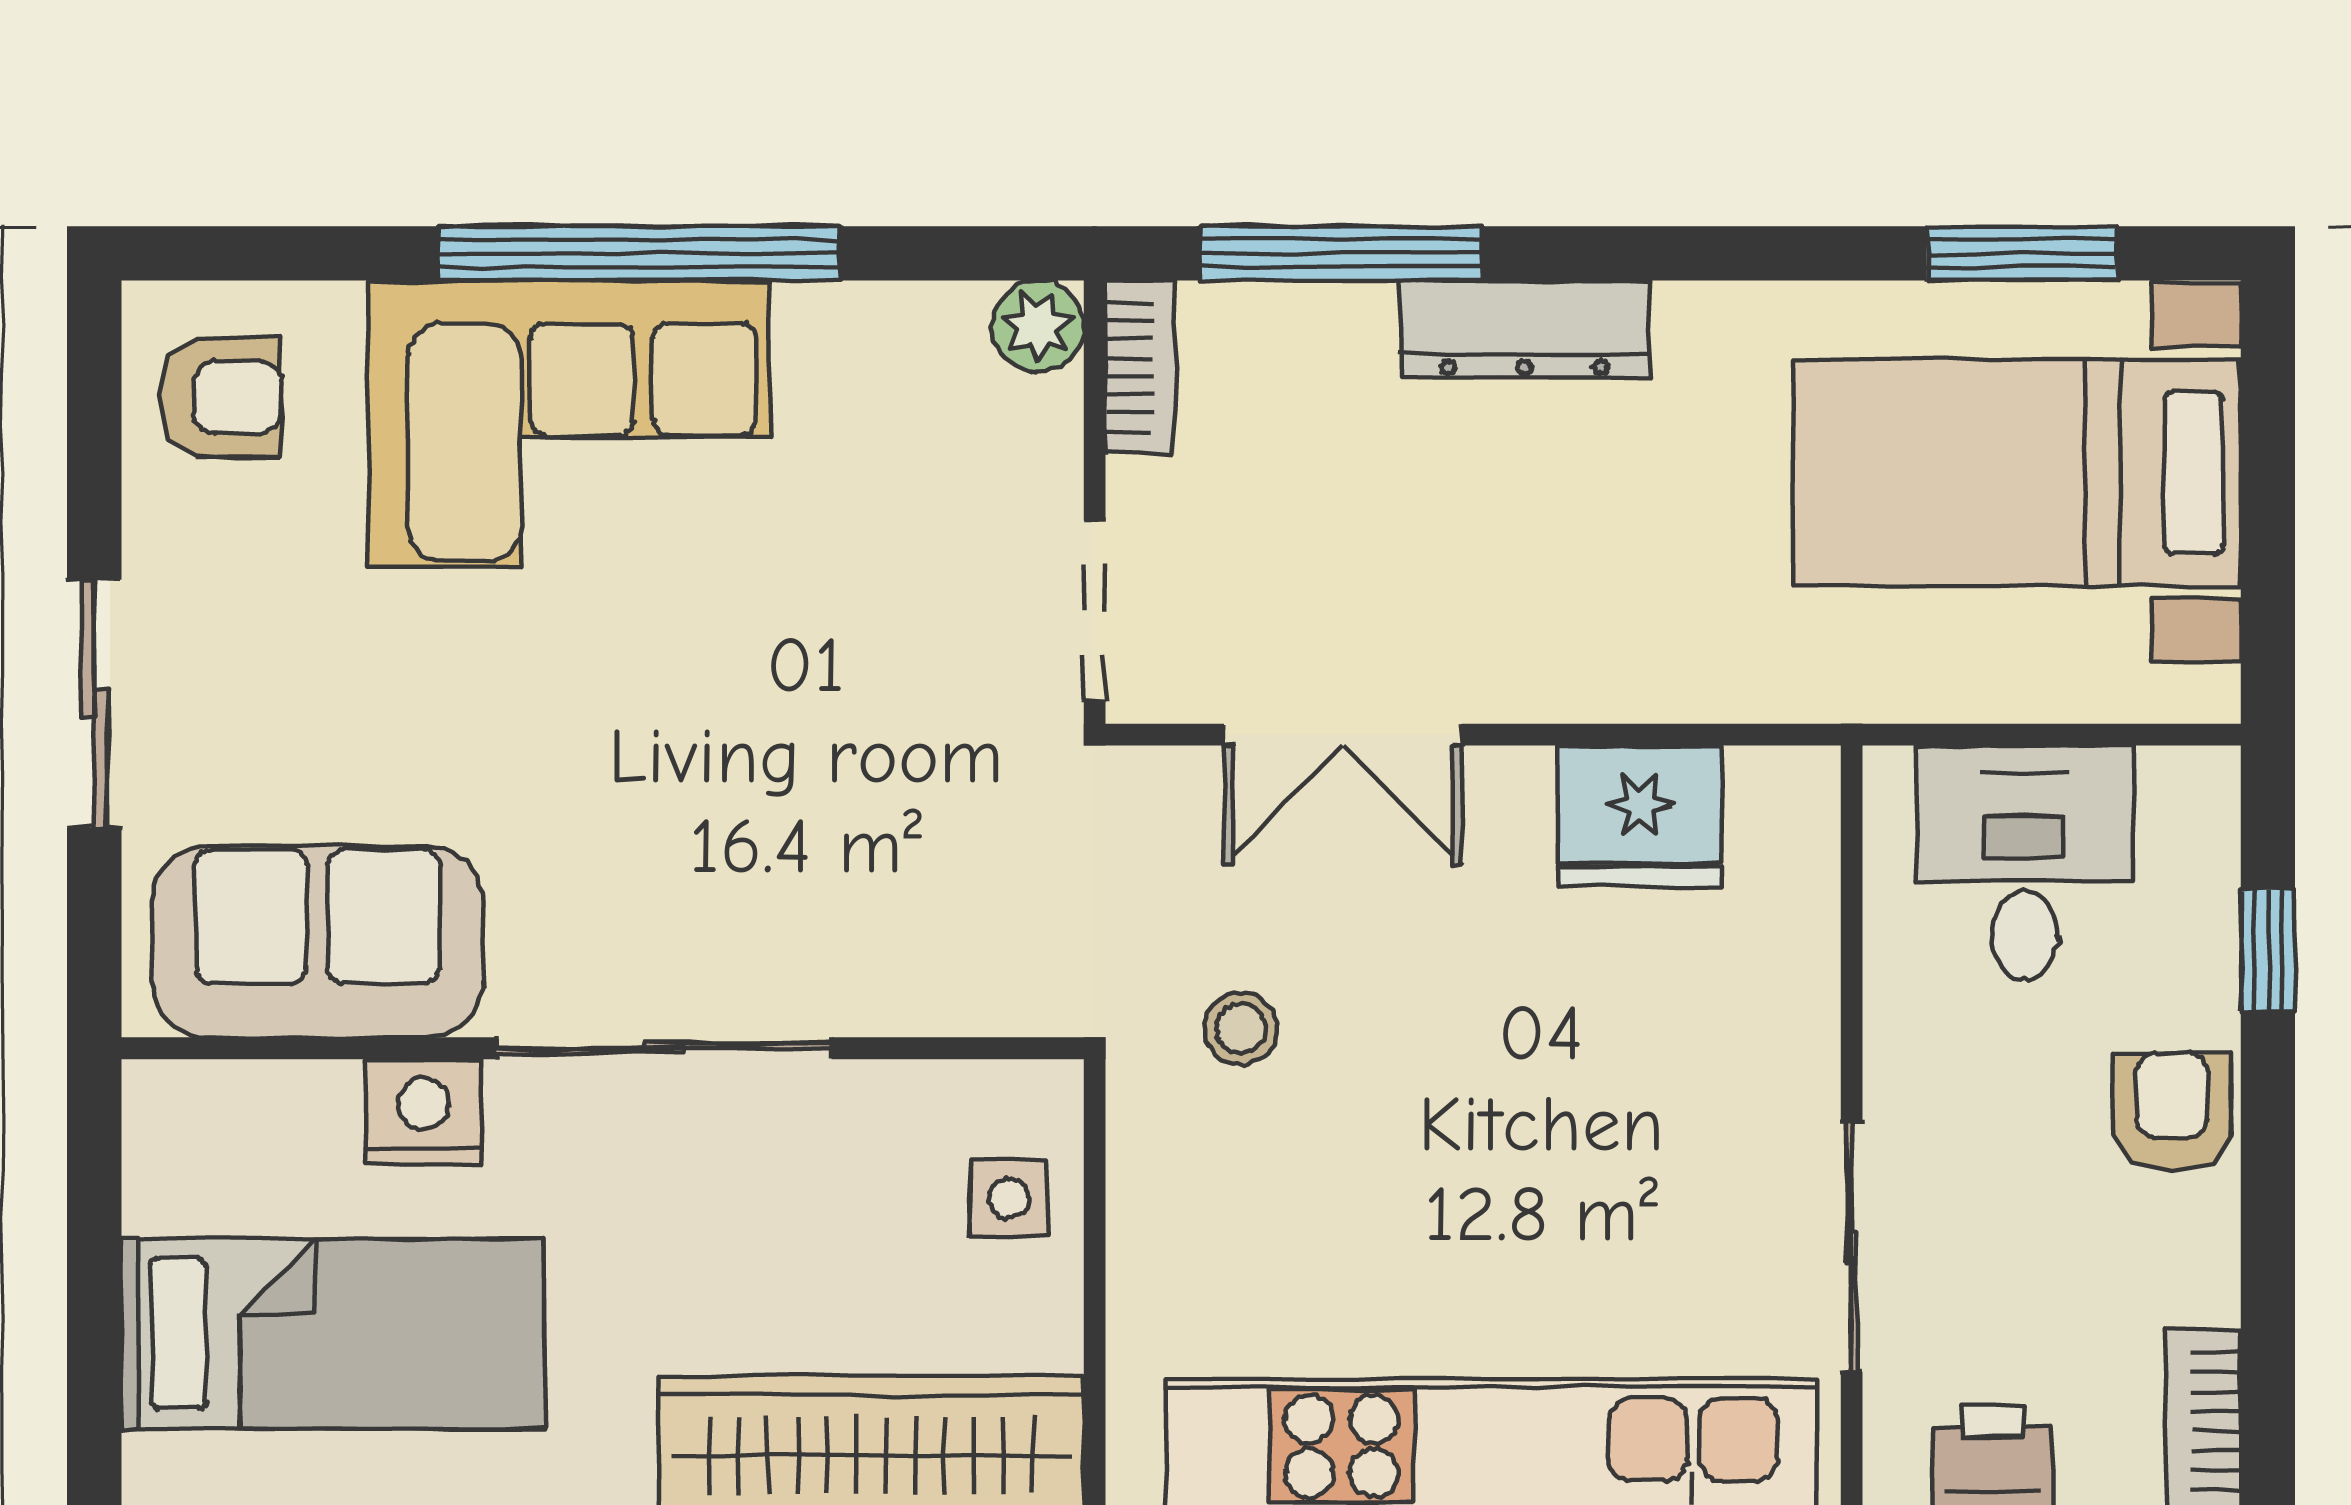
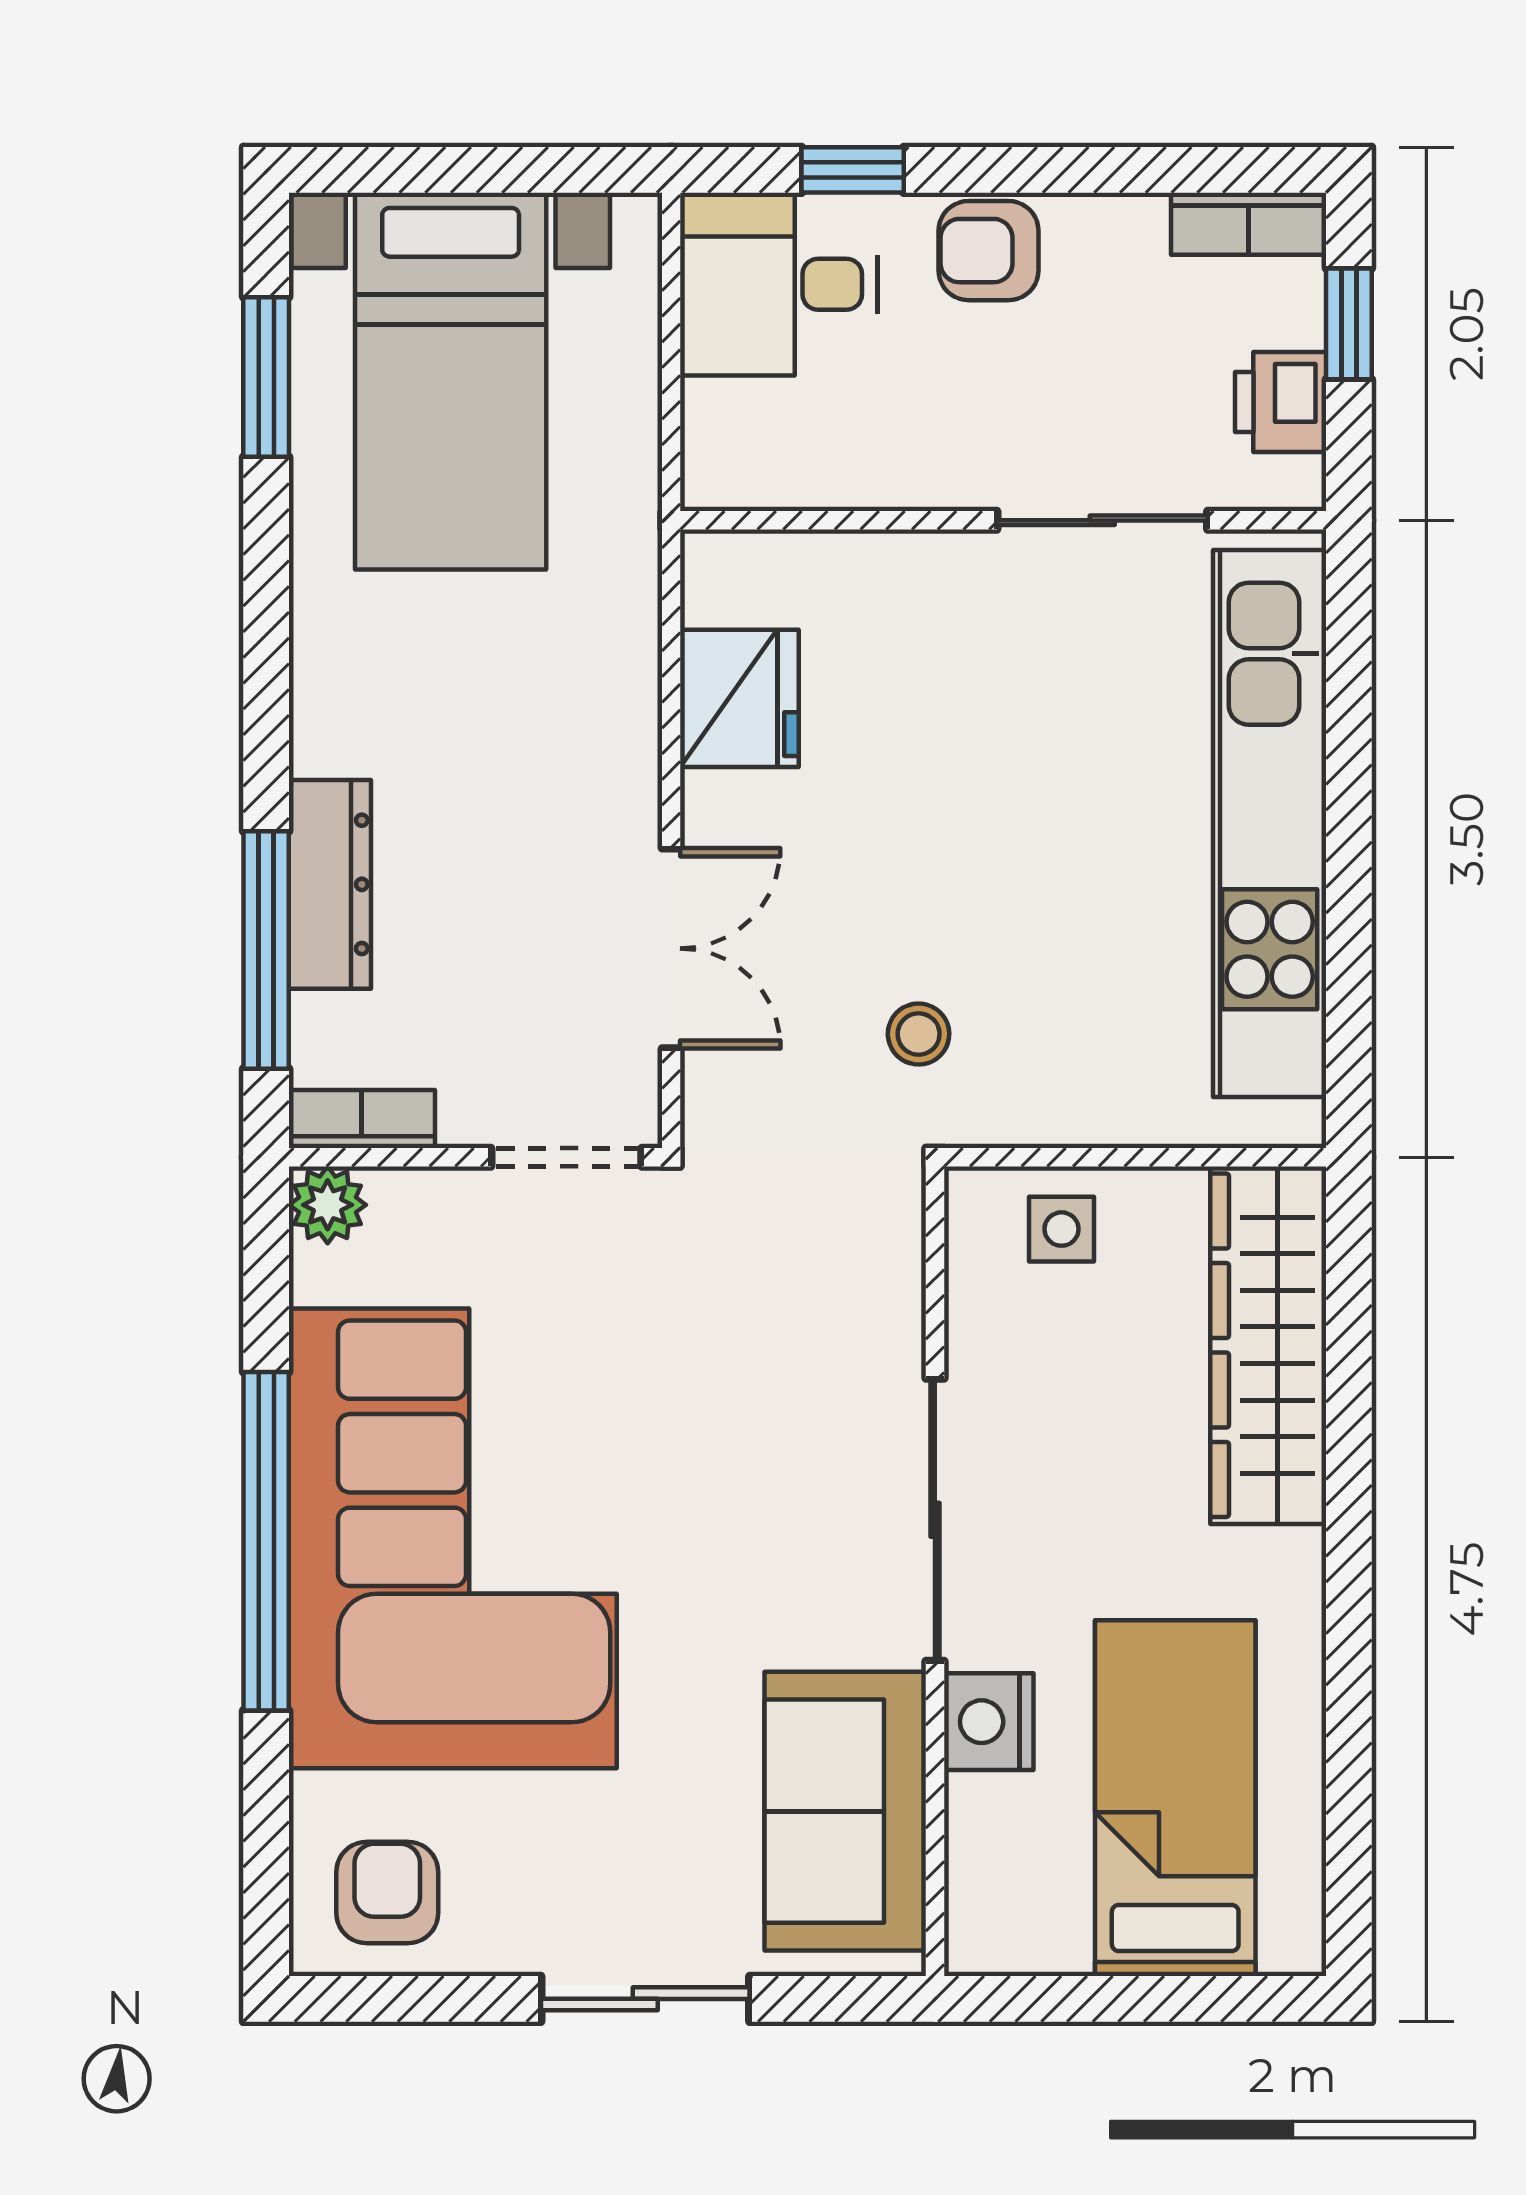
dresser: (1525, 329) -> (330, 884), moved
corner sofa: (569, 424) -> (453, 1538), width x1.36, depth x1.36
desk: (2025, 863) -> (779, 284), moved

